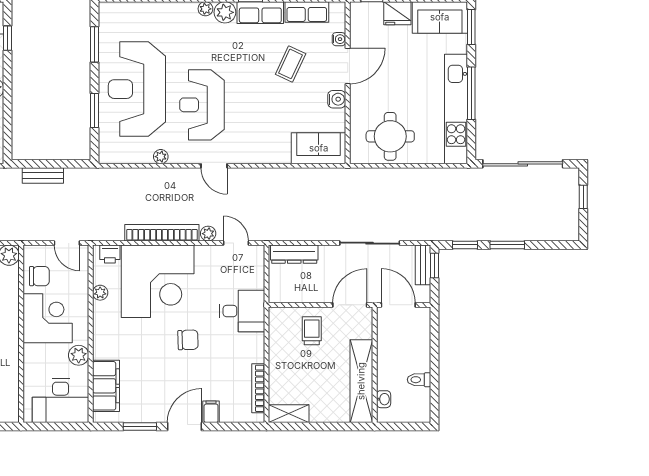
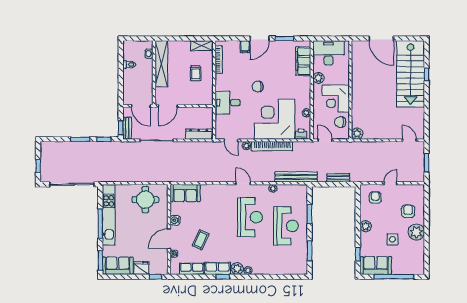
reception desk: (137, 89) -> (286, 226), width x0.74, depth x0.77
bench: (119, 177) -> (296, 177), added
trolley: (312, 331) -> (196, 73), moved

